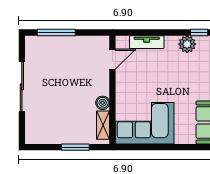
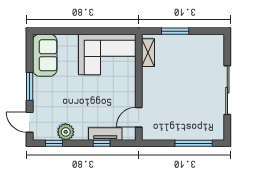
window: (150, 33) -> (102, 143), added
boiler: (103, 103) -> (148, 75), removed

